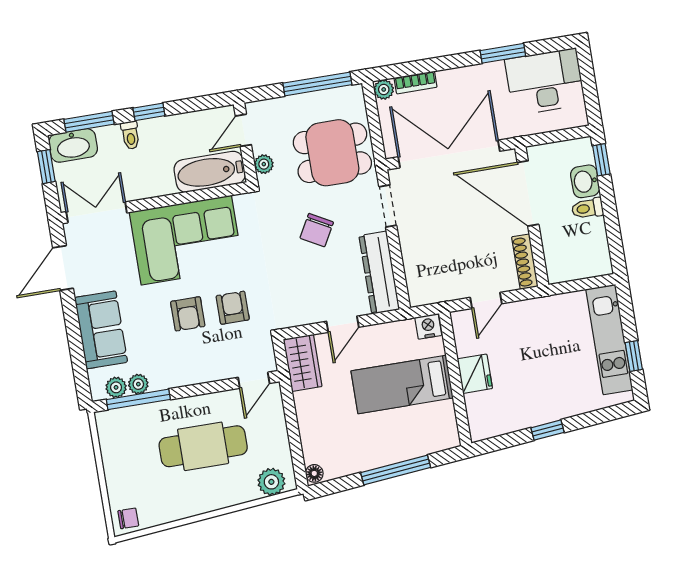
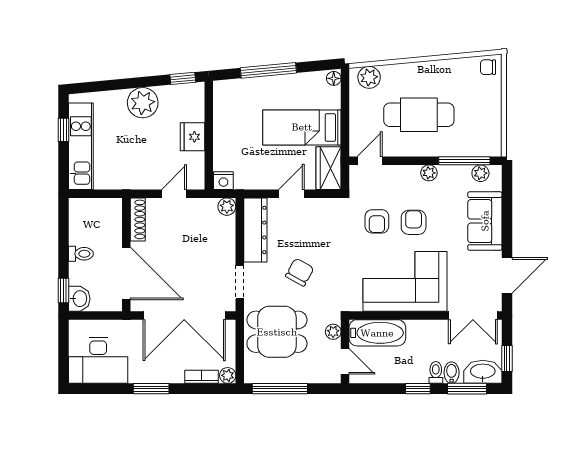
window: (503, 53) -> (151, 389), moved
door: (243, 130) -> (345, 361), hinge flipped
bidet: (111, 138) -> (452, 373), added
washbasin: (585, 181) -> (79, 299), moved
plant: (419, 295) -> (227, 207), added
plant: (138, 384) -> (429, 173), moved
bed: (402, 384) -> (302, 127), moved, turned 180
plant: (543, 405) -> (143, 103), added
window: (548, 430) -> (183, 78), moved

